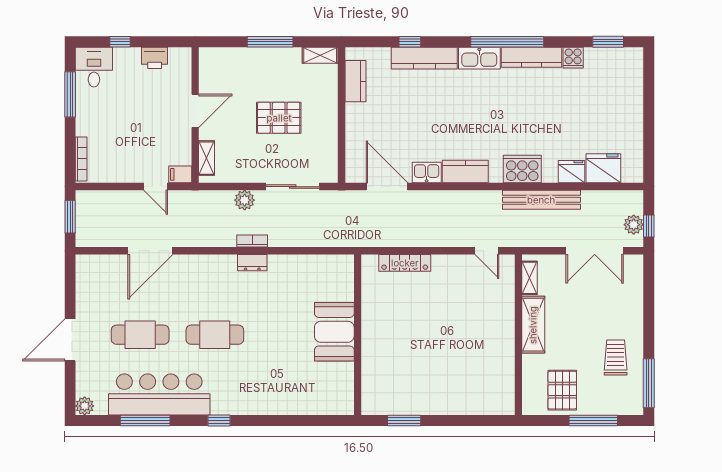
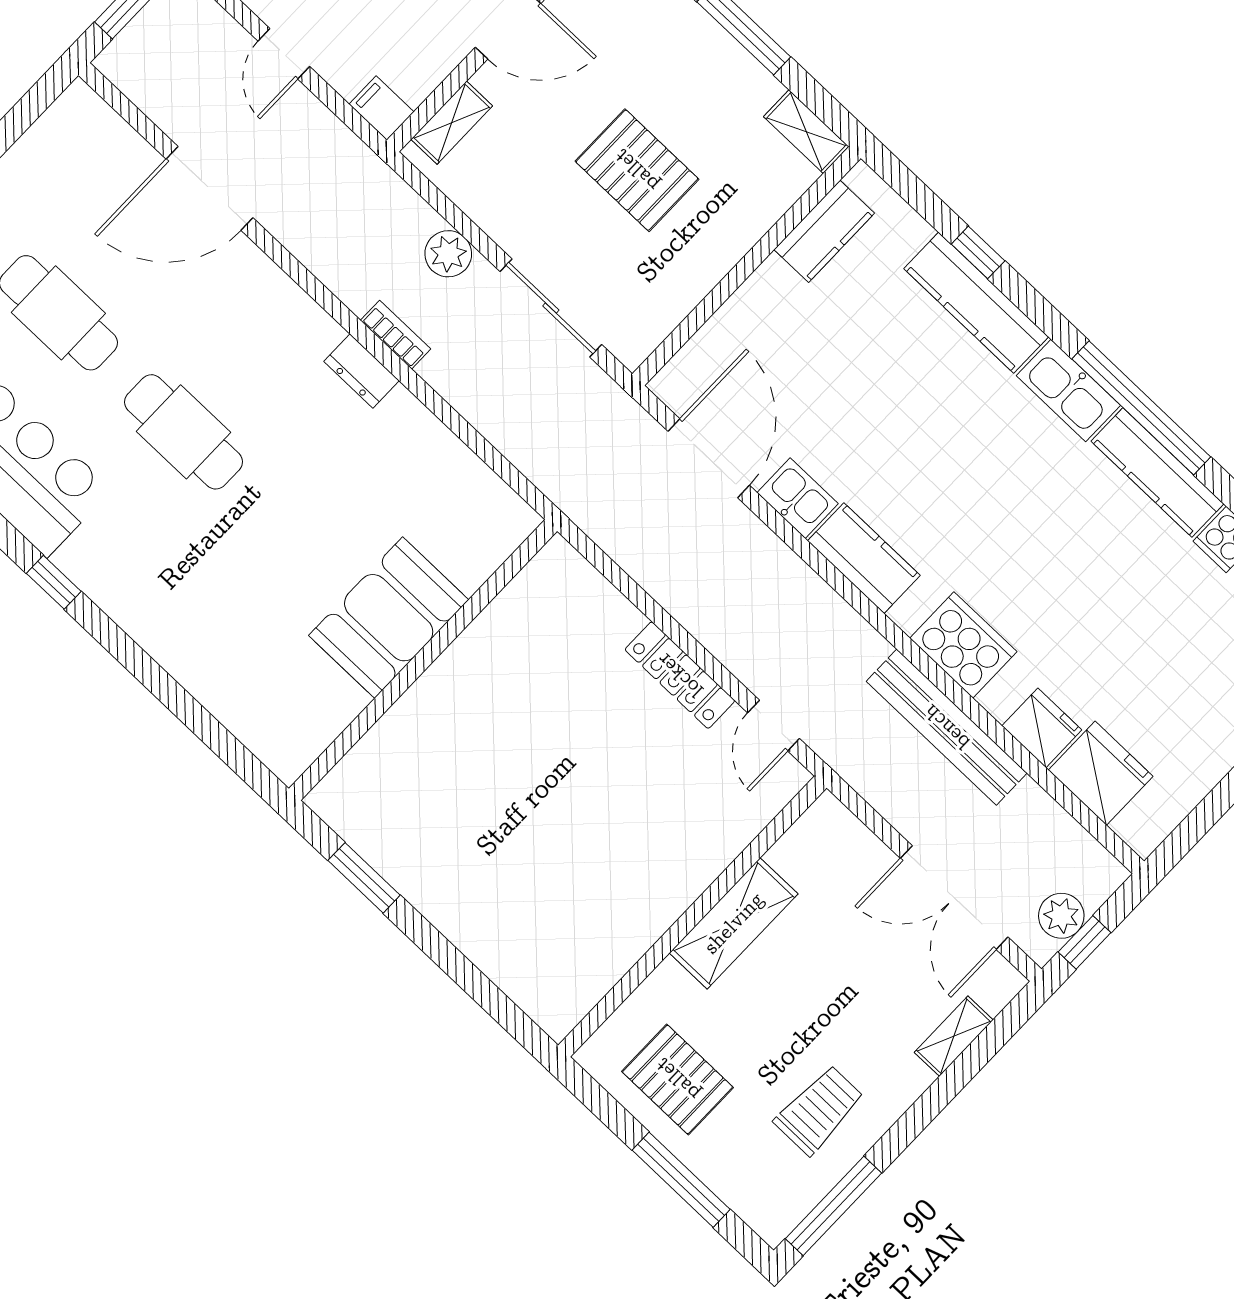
door: (156, 187) -> (284, 54), moved
locker: (405, 263) -> (680, 675), moved
shelving: (529, 278) -> (954, 1036), moved
pallet: (562, 390) -> (678, 1079), turned 90

